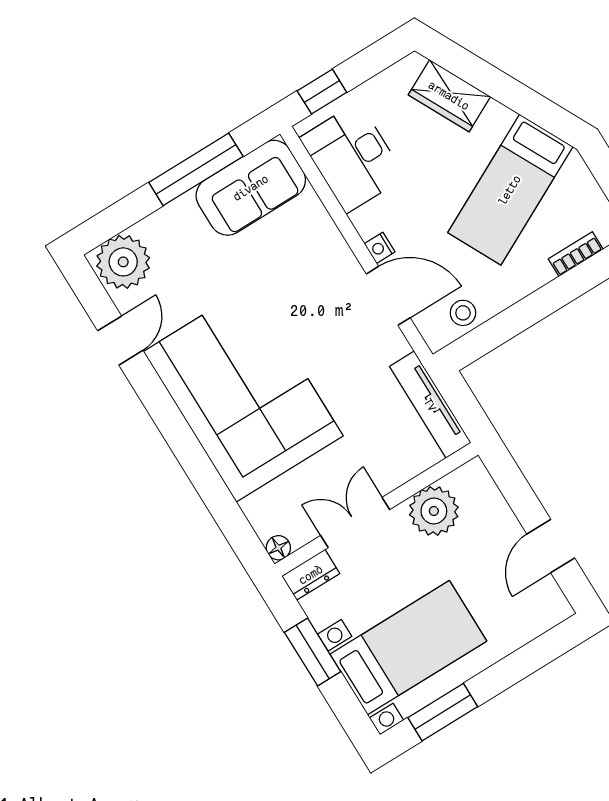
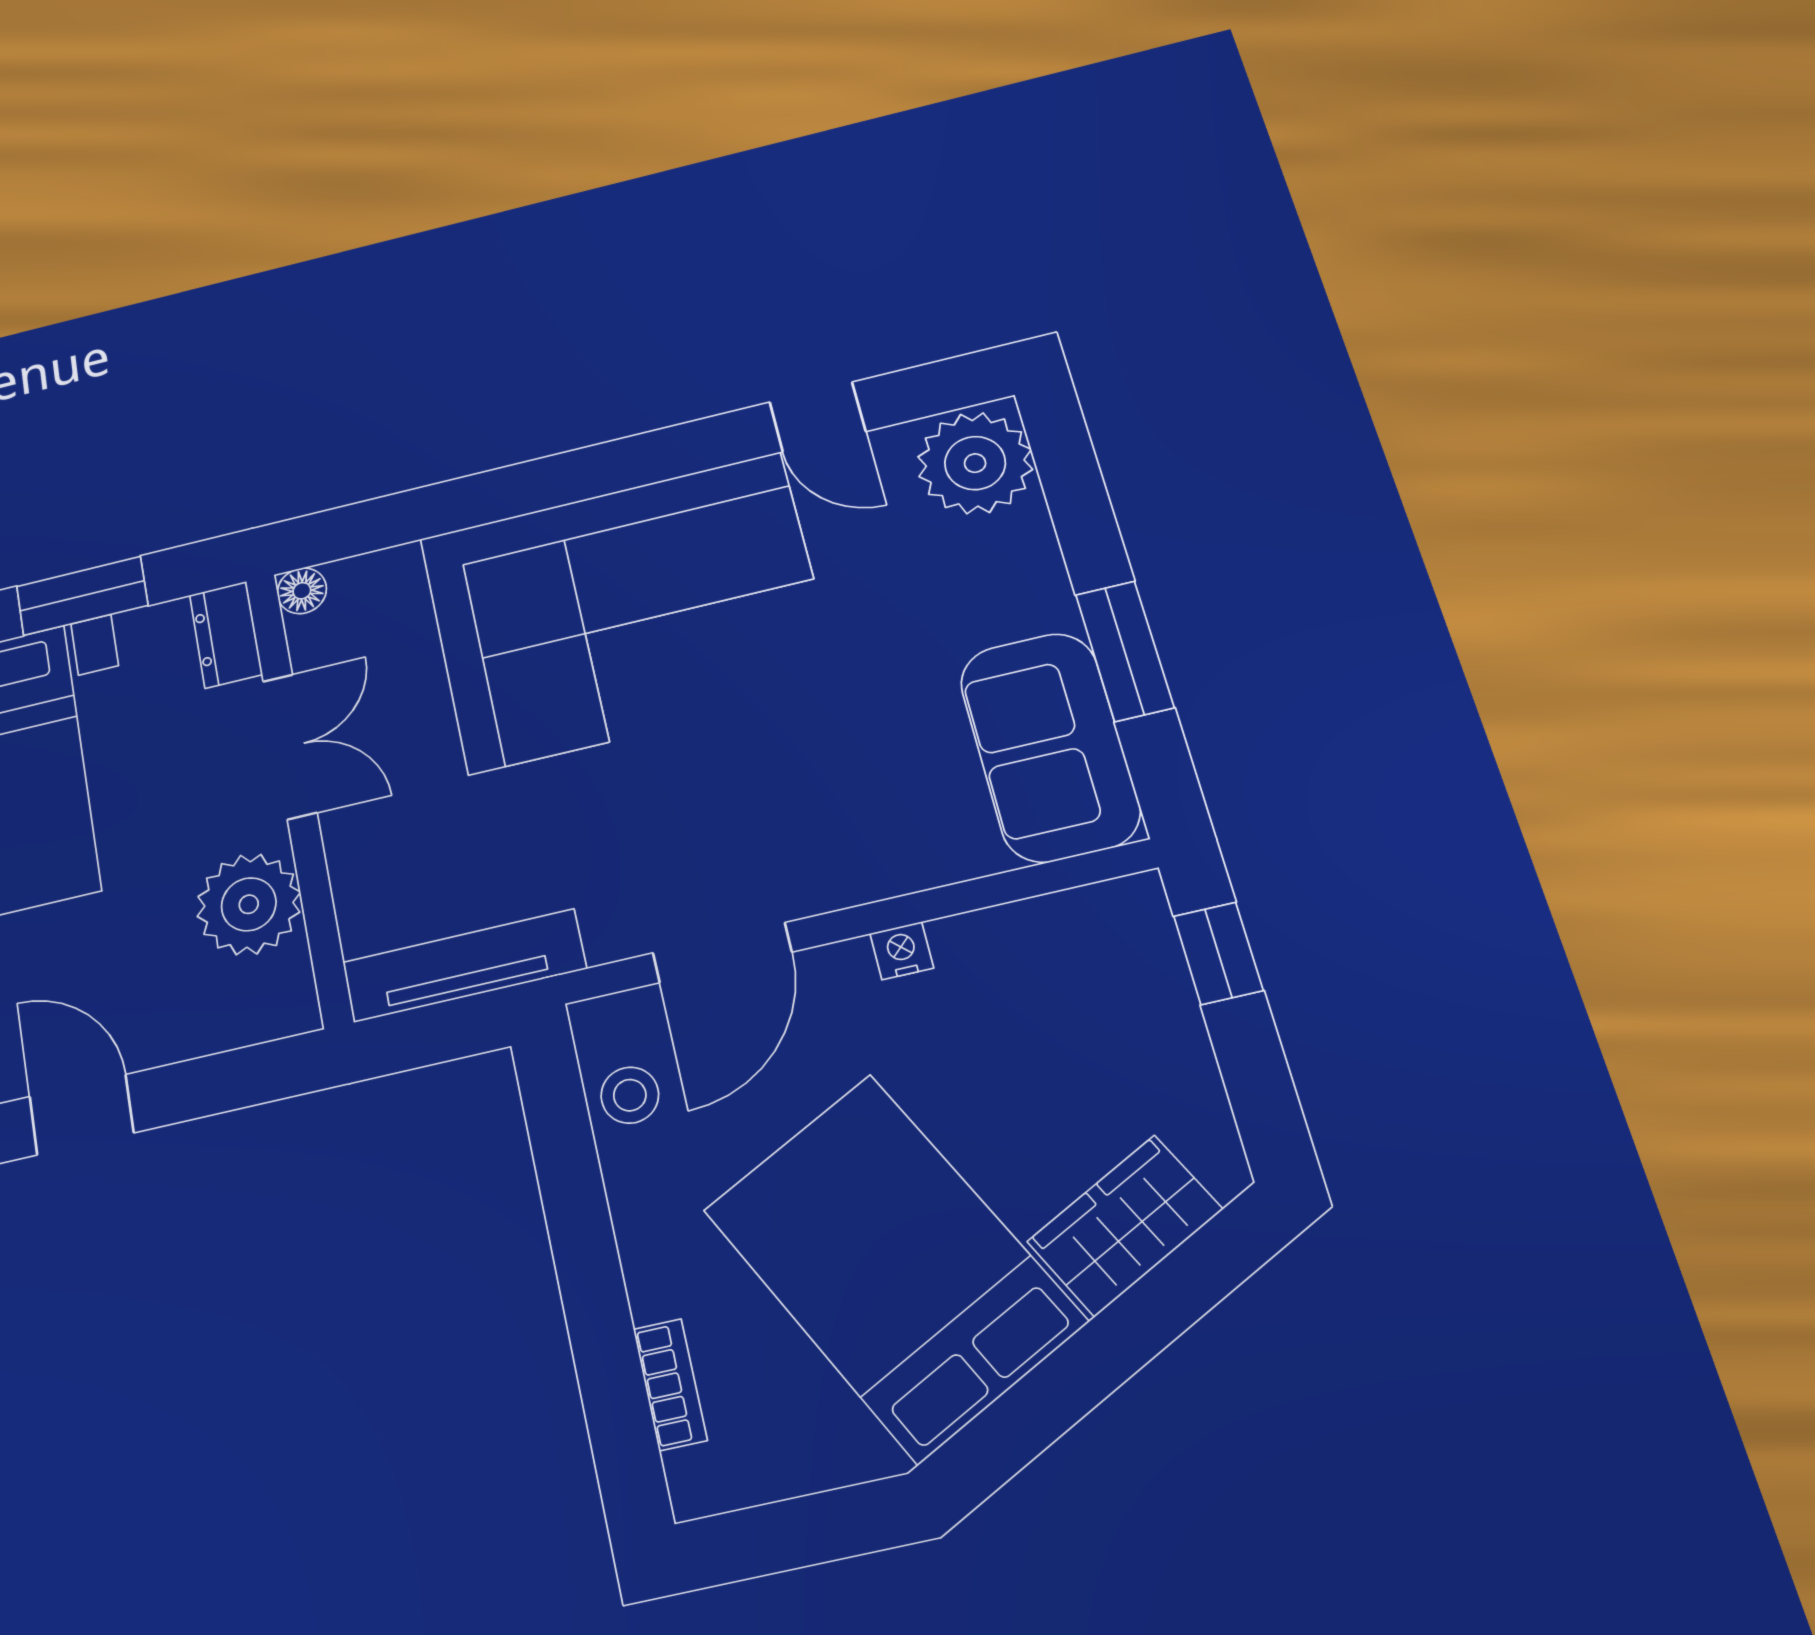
desk: (352, 157) -> (1049, 972), removed
window: (196, 169) -> (1125, 651), width x0.69
bed: (510, 190) -> (893, 1265), width x1.50
nightstand: (380, 248) -> (902, 951), moved

